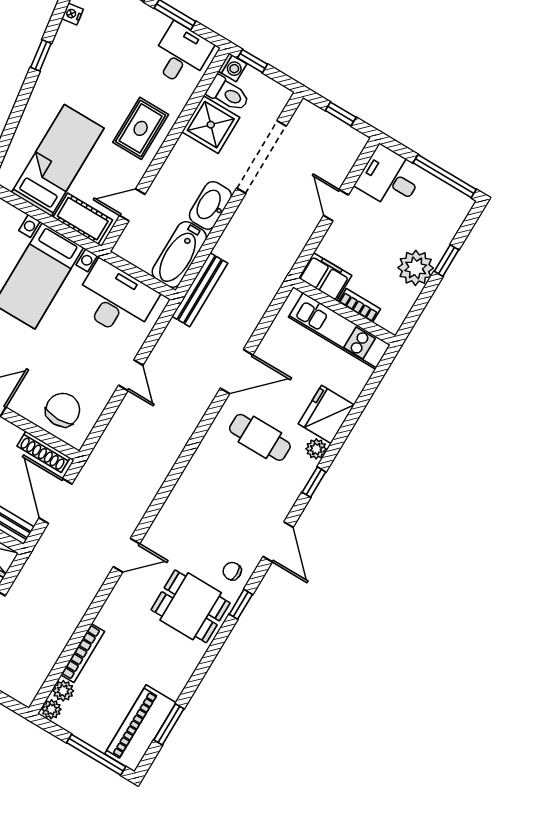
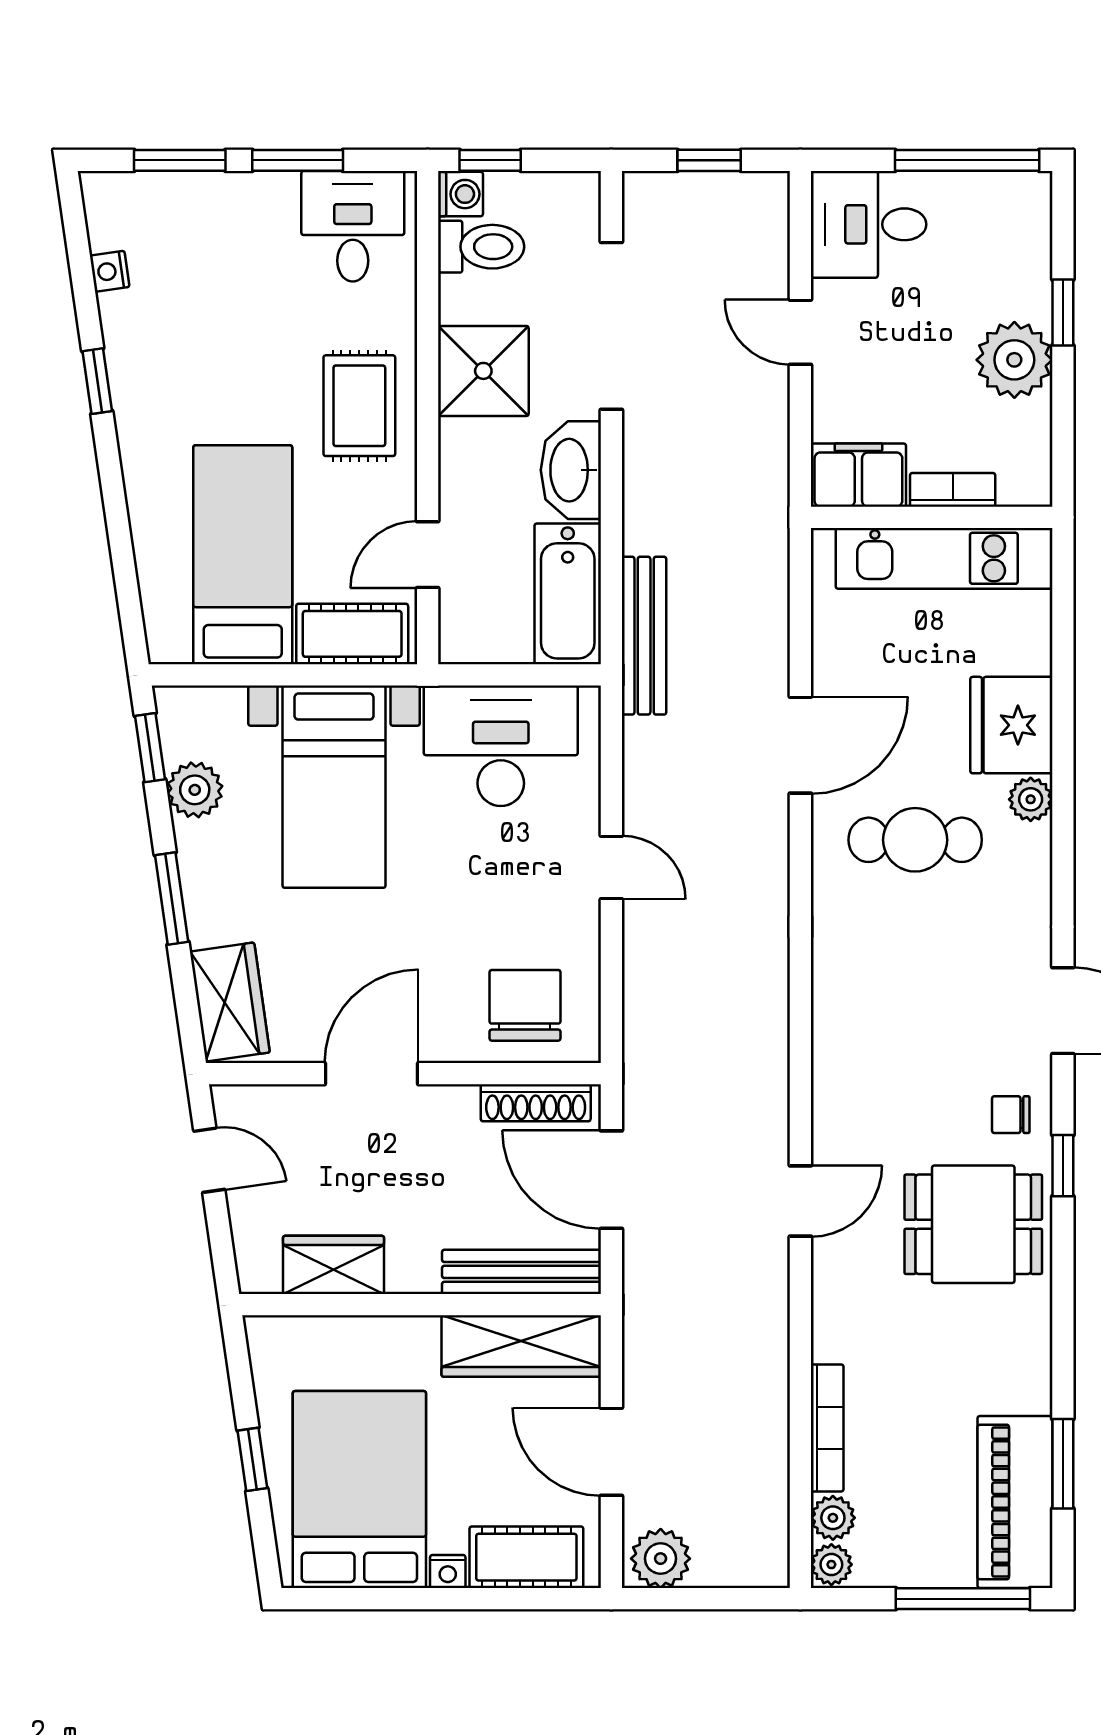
shower: (211, 125) -> (483, 371), moved
window: (314, 482) -> (1063, 862), removed

